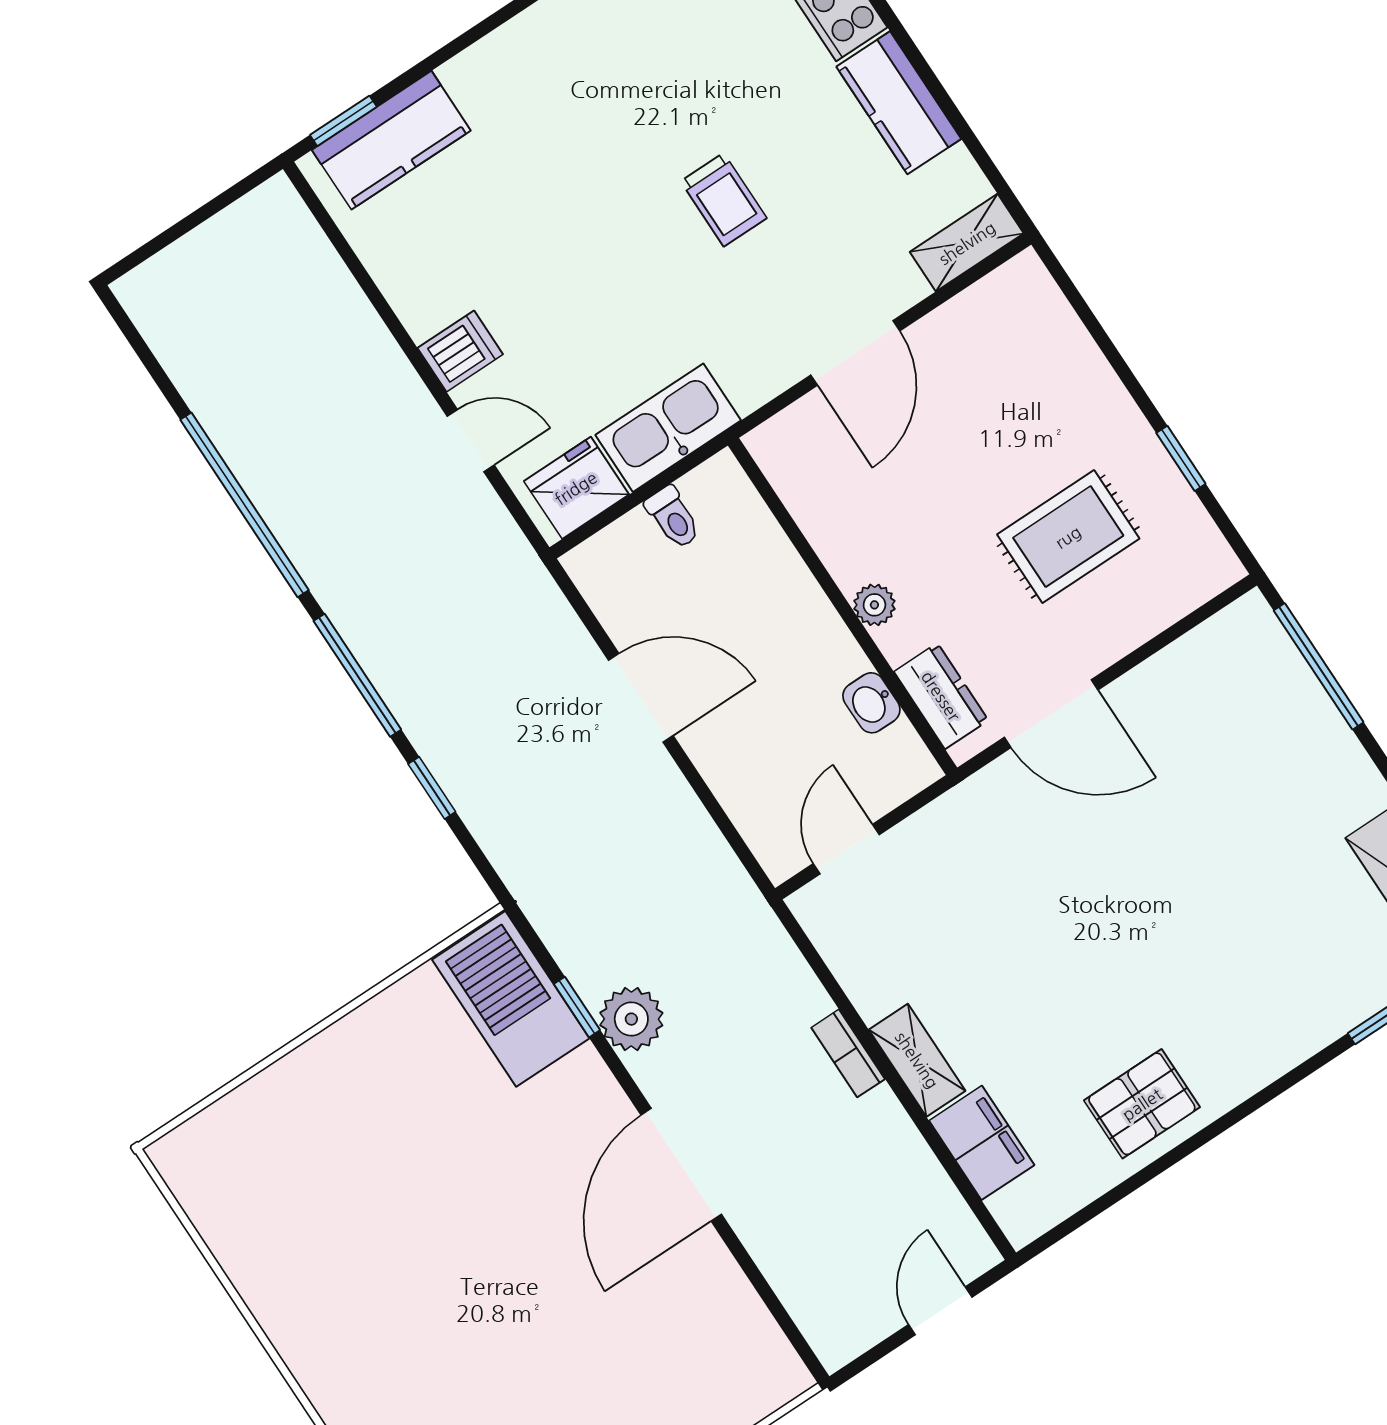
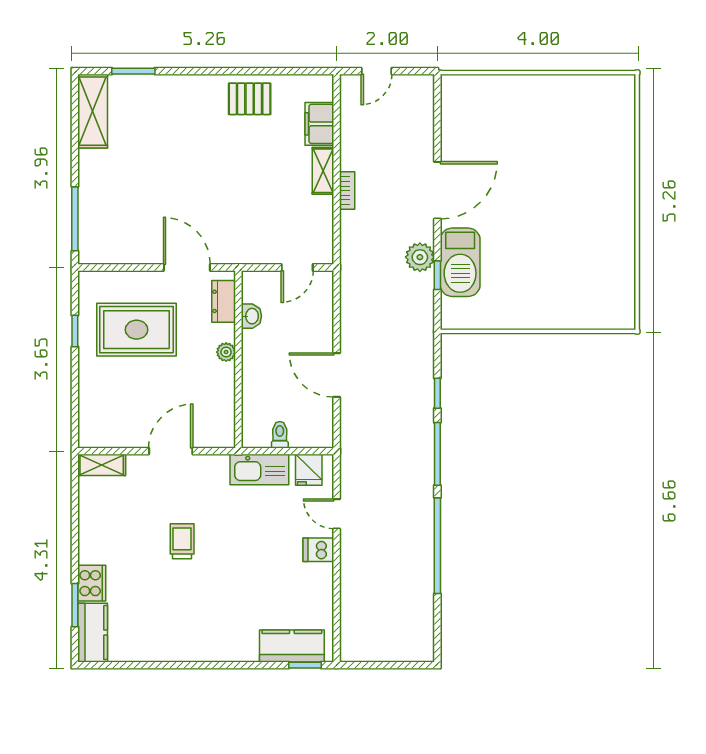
kitchen counter: (899, 103) -> (92, 534), removed
fridge: (576, 488) -> (309, 470), width x0.72
rug: (1068, 537) -> (137, 330), width x1.36, depth x1.43
barbecue: (511, 999) -> (460, 262), moved

